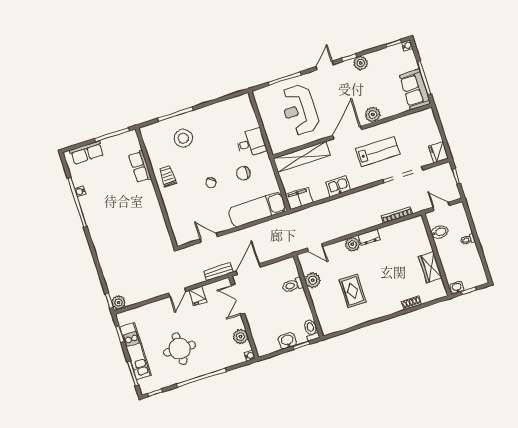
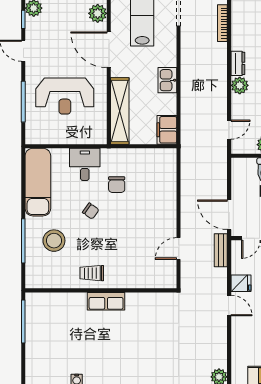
row of seats: (87, 153) -> (34, 357), removed
row of seats: (140, 167) -> (106, 301), moved
chair: (211, 183) -> (91, 211), moved
exam couch: (257, 210) -> (38, 182), moved, turned 180

